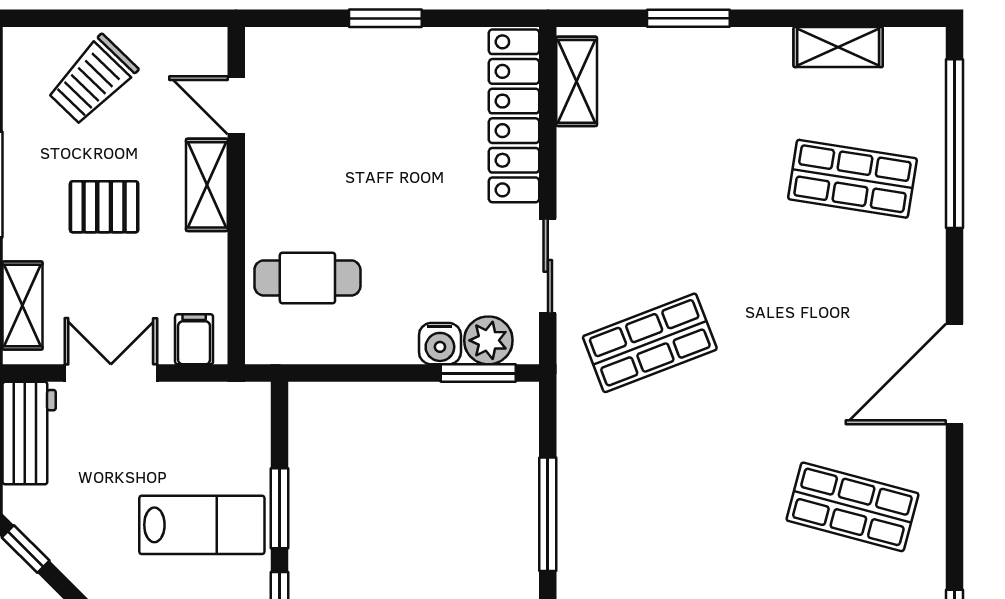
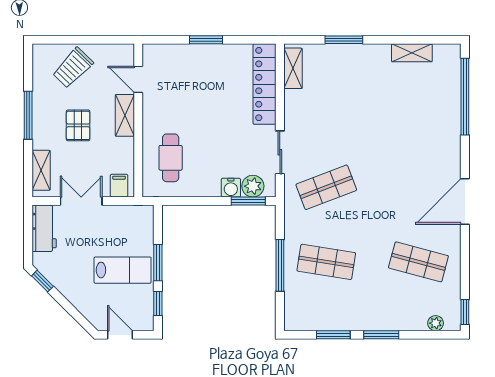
shop shelf: (852, 179) -> (326, 262), moved
pallet: (104, 207) -> (78, 125), turned 90
cafe table: (307, 278) -> (171, 158), turned 90

